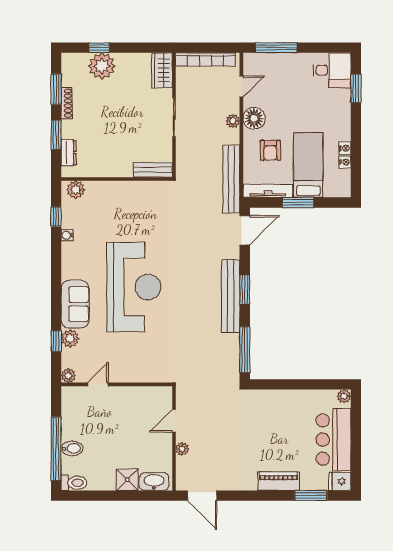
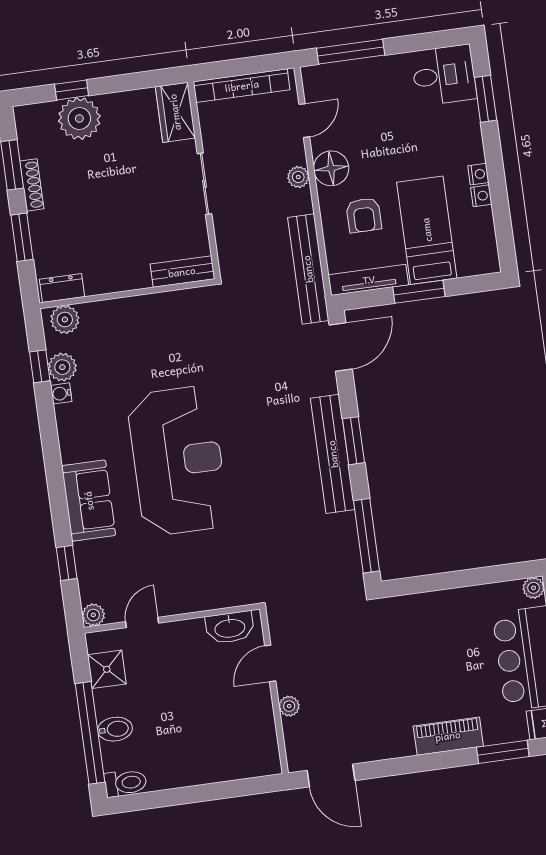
dresser: (69, 153) -> (62, 288), moved, turned -90
nightstand: (345, 162) -> (478, 174), moved
plant: (70, 338) -> (62, 367), moved
shower: (127, 480) -> (107, 669), moved
washbasin: (154, 482) -> (230, 628), moved, turned 180

